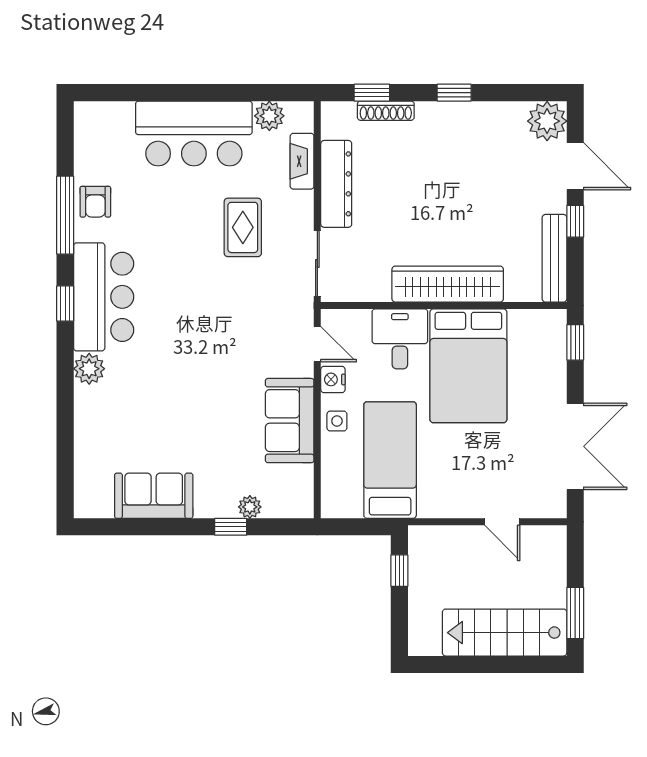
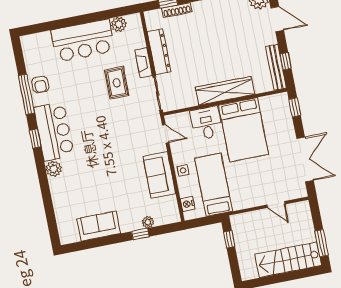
fireplace: (302, 161) -> (144, 63), moved
window: (575, 221) -> (286, 61), moved
nightstand: (333, 379) -> (188, 204), moved

